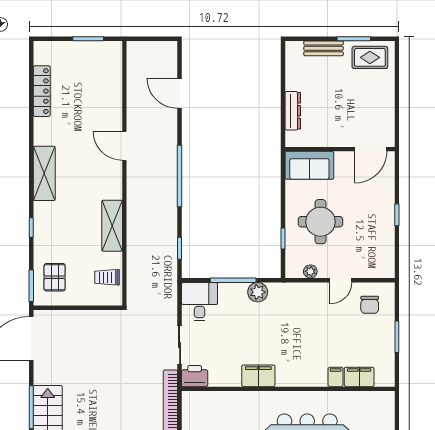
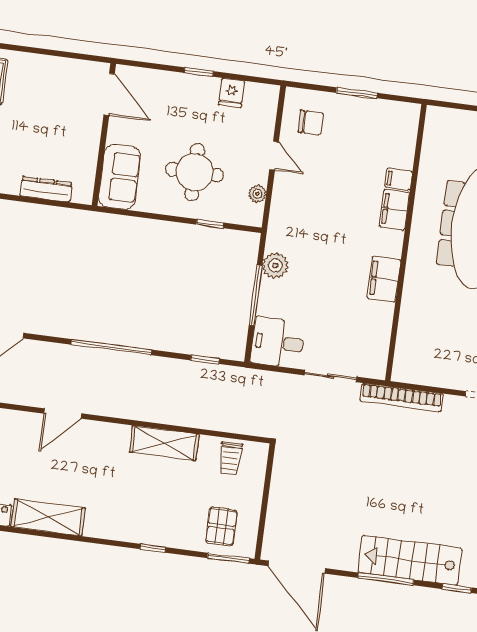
shelving: (44, 173) -> (48, 517), moved
fridge: (384, 242) -> (232, 93), added
pallet: (55, 277) -> (221, 526), turned 90
printer: (195, 376) -> (373, 362), removed
filing cabinet: (359, 377) -> (394, 210), moved

